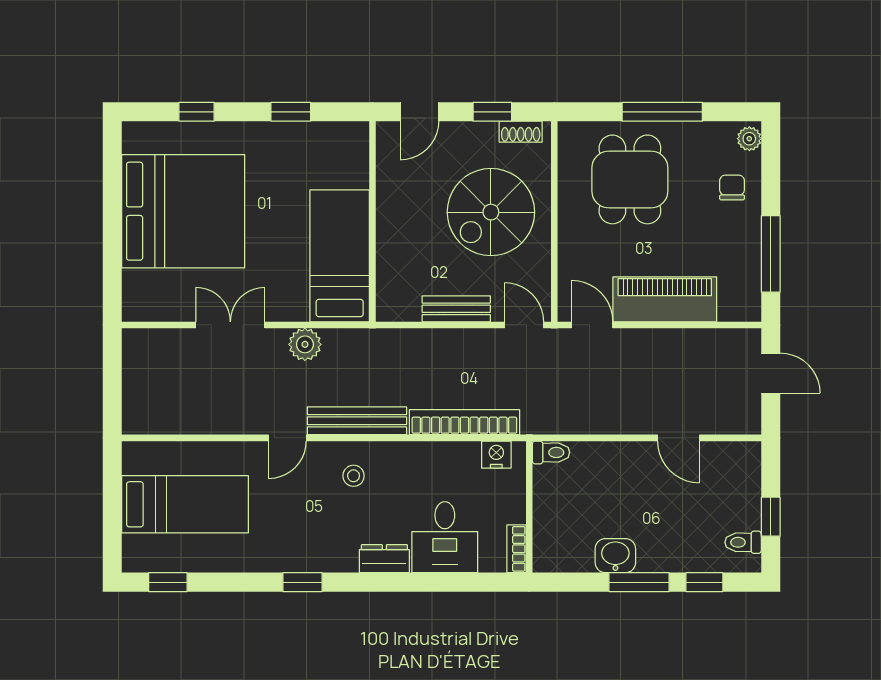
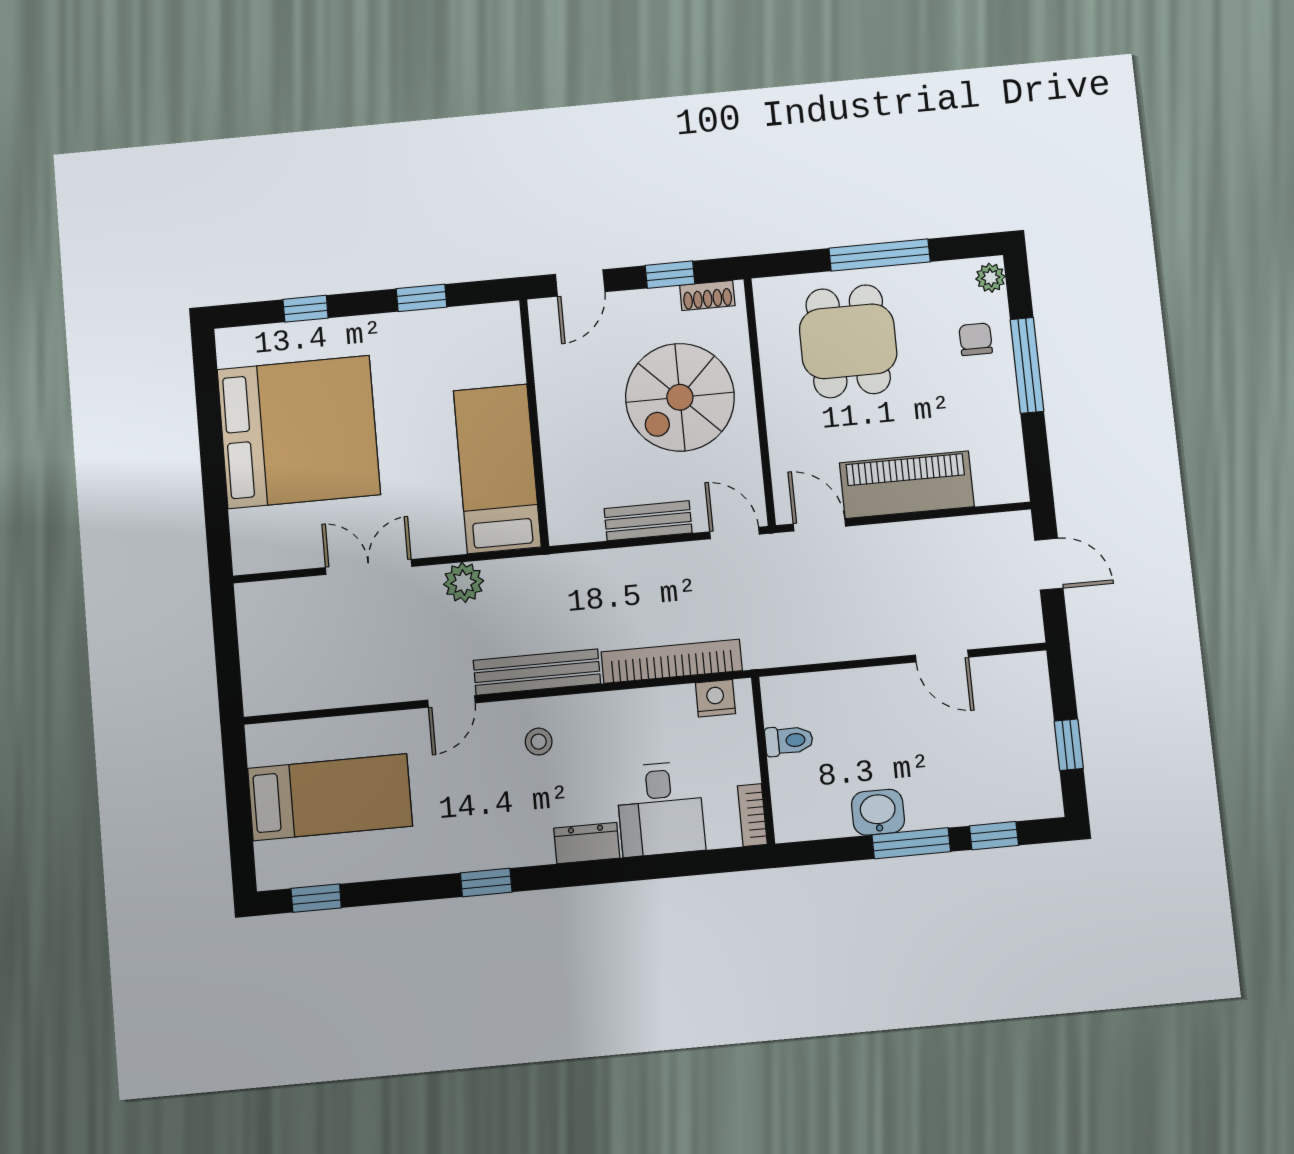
window: (771, 254) -> (1027, 365), moved
toilet: (551, 452) -> (789, 741), moved
toilet: (743, 542) -> (1037, 780), removed

